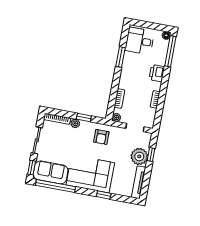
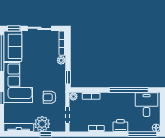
window: (120, 57) -> (129, 90), width x2.11
window: (84, 117) -> (68, 77), moved
armchair: (101, 137) -> (50, 97), moved

